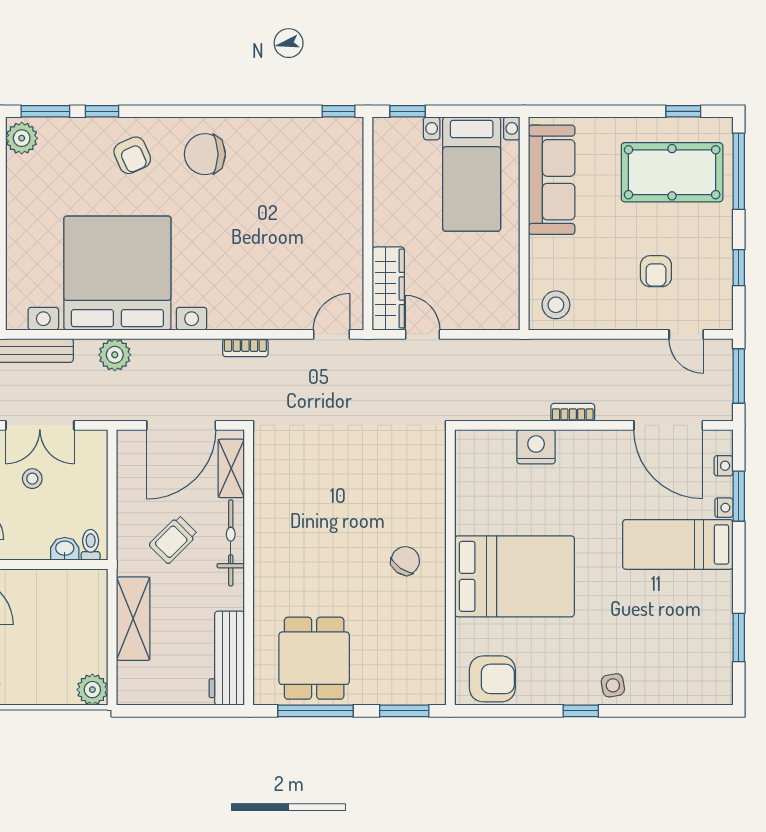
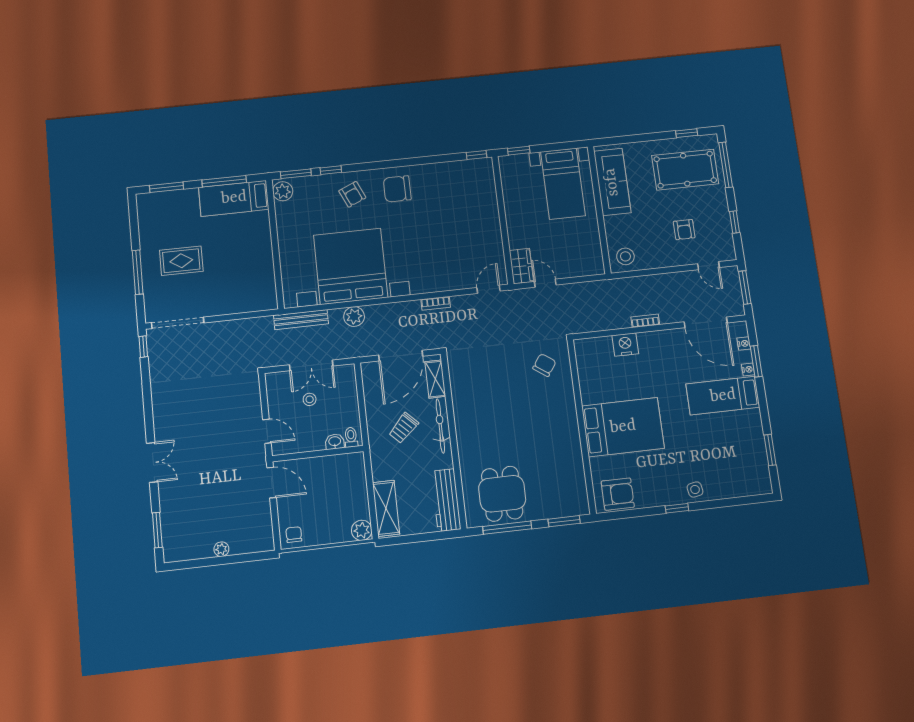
wardrobe: (388, 289) -> (521, 266), width x0.67
chair: (405, 561) -> (544, 365), moved
shelving: (133, 619) -> (386, 508), moved

